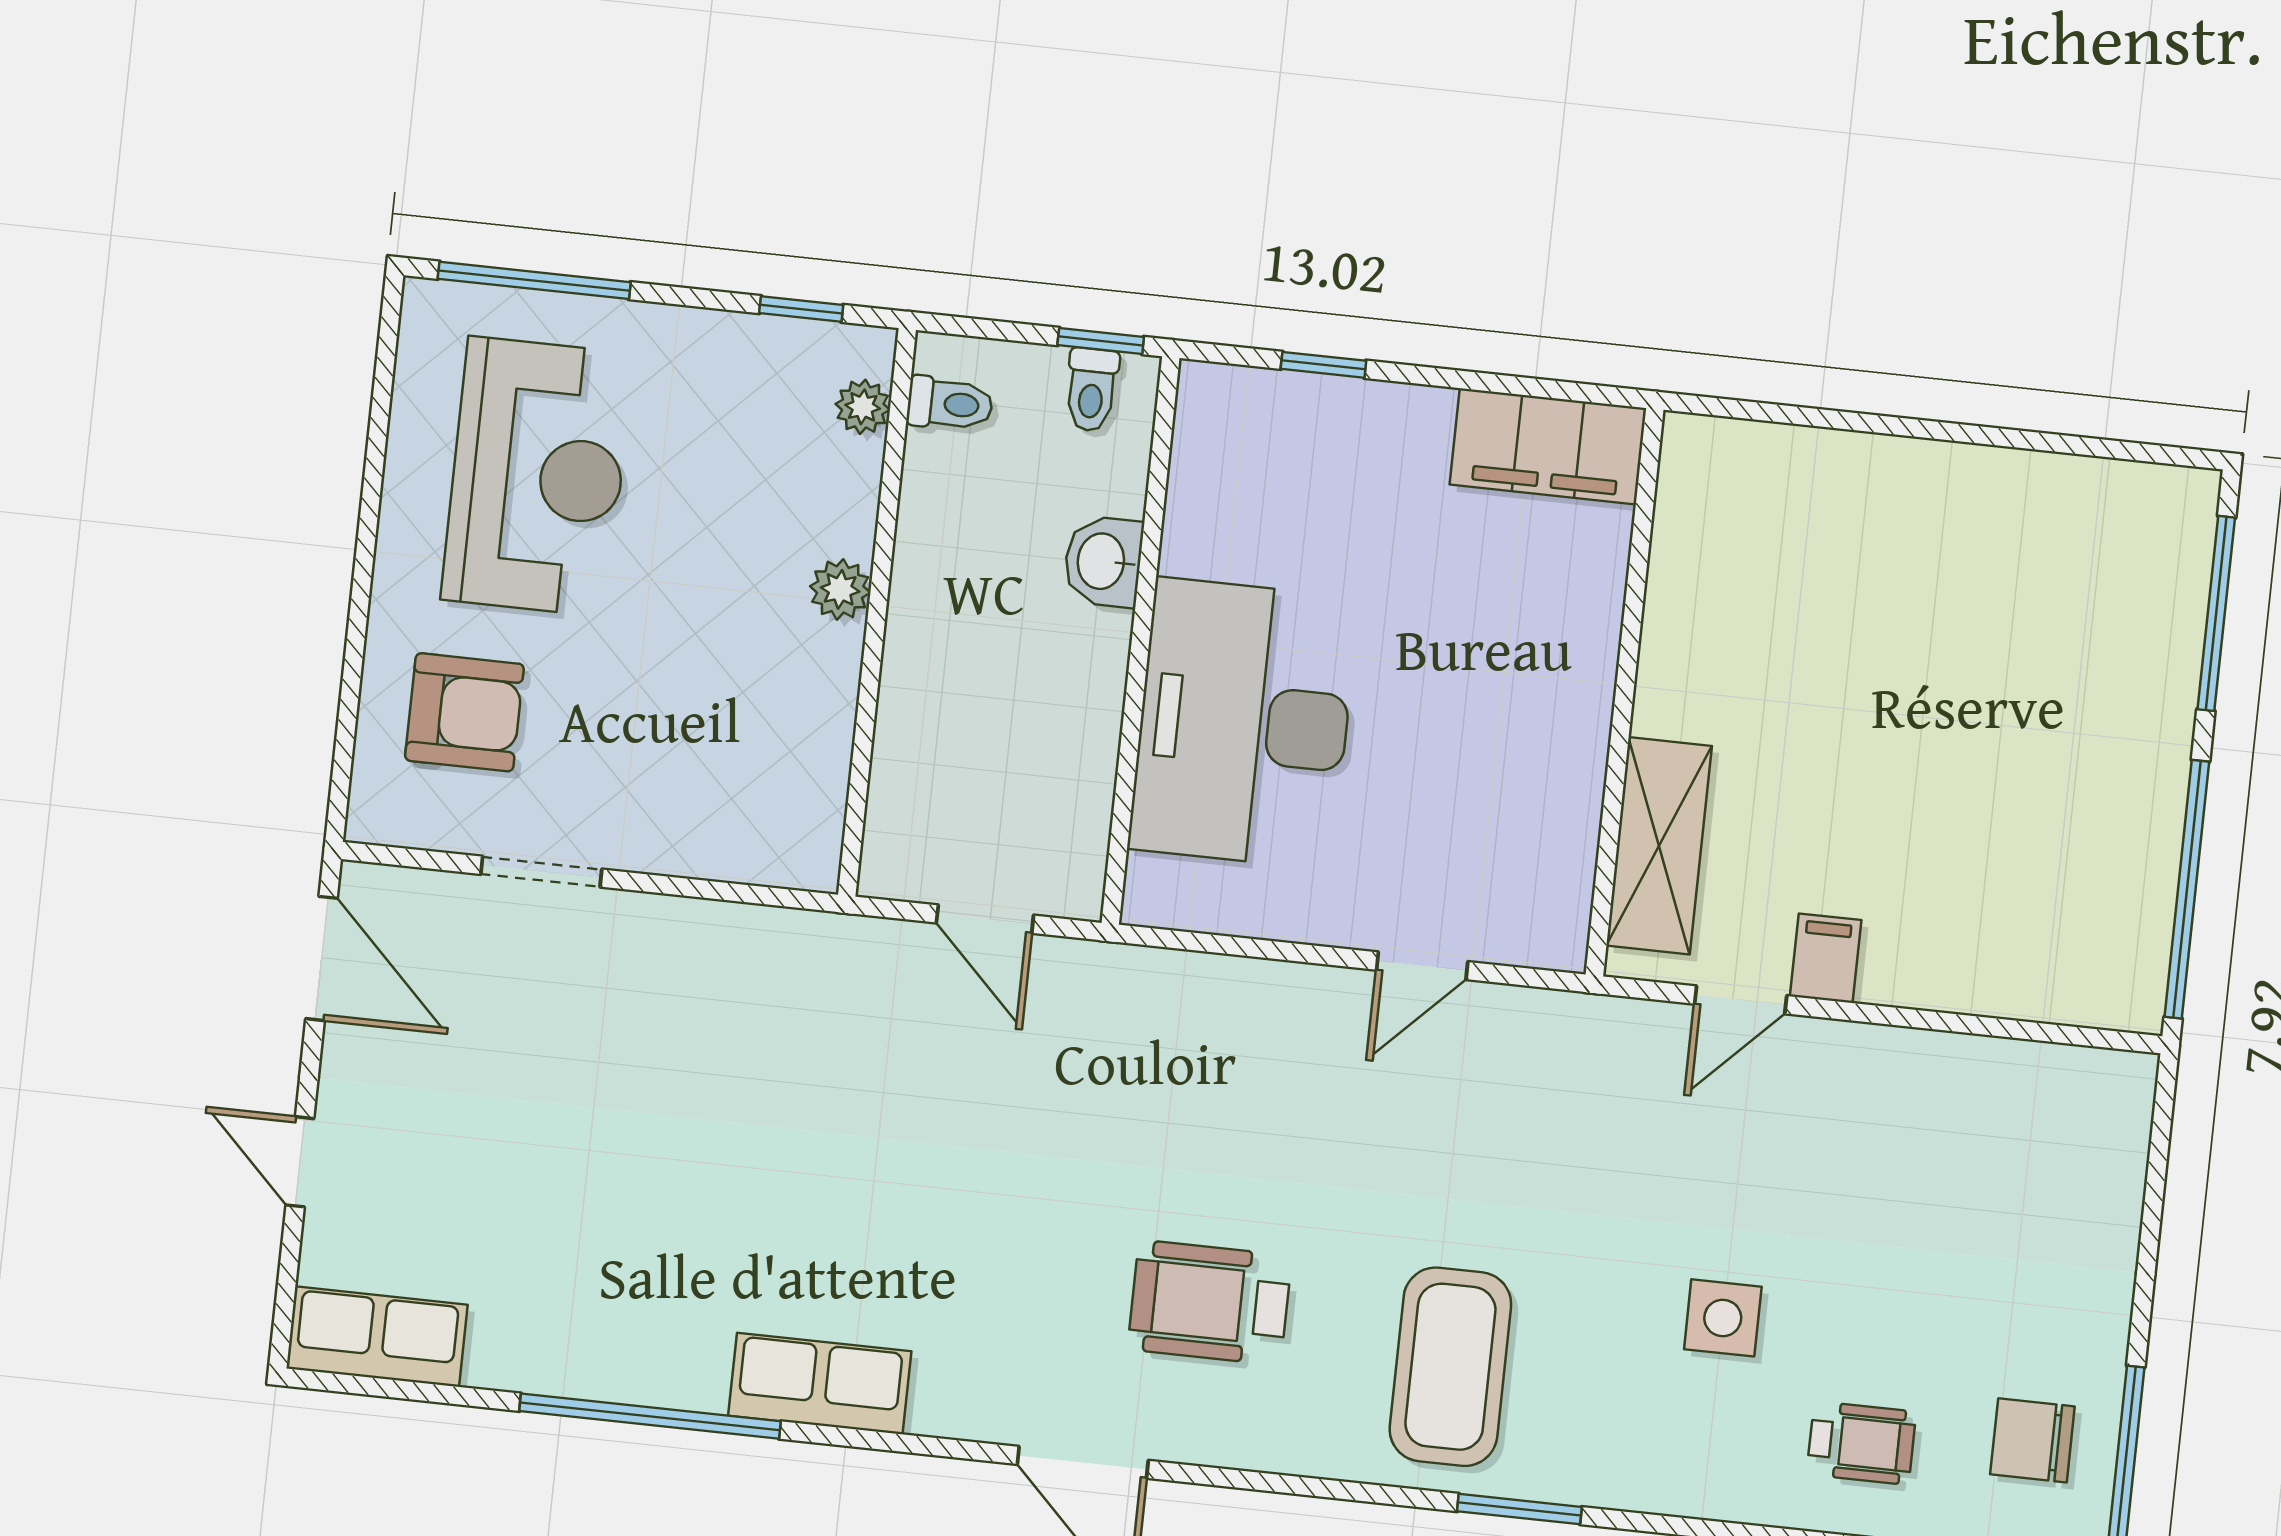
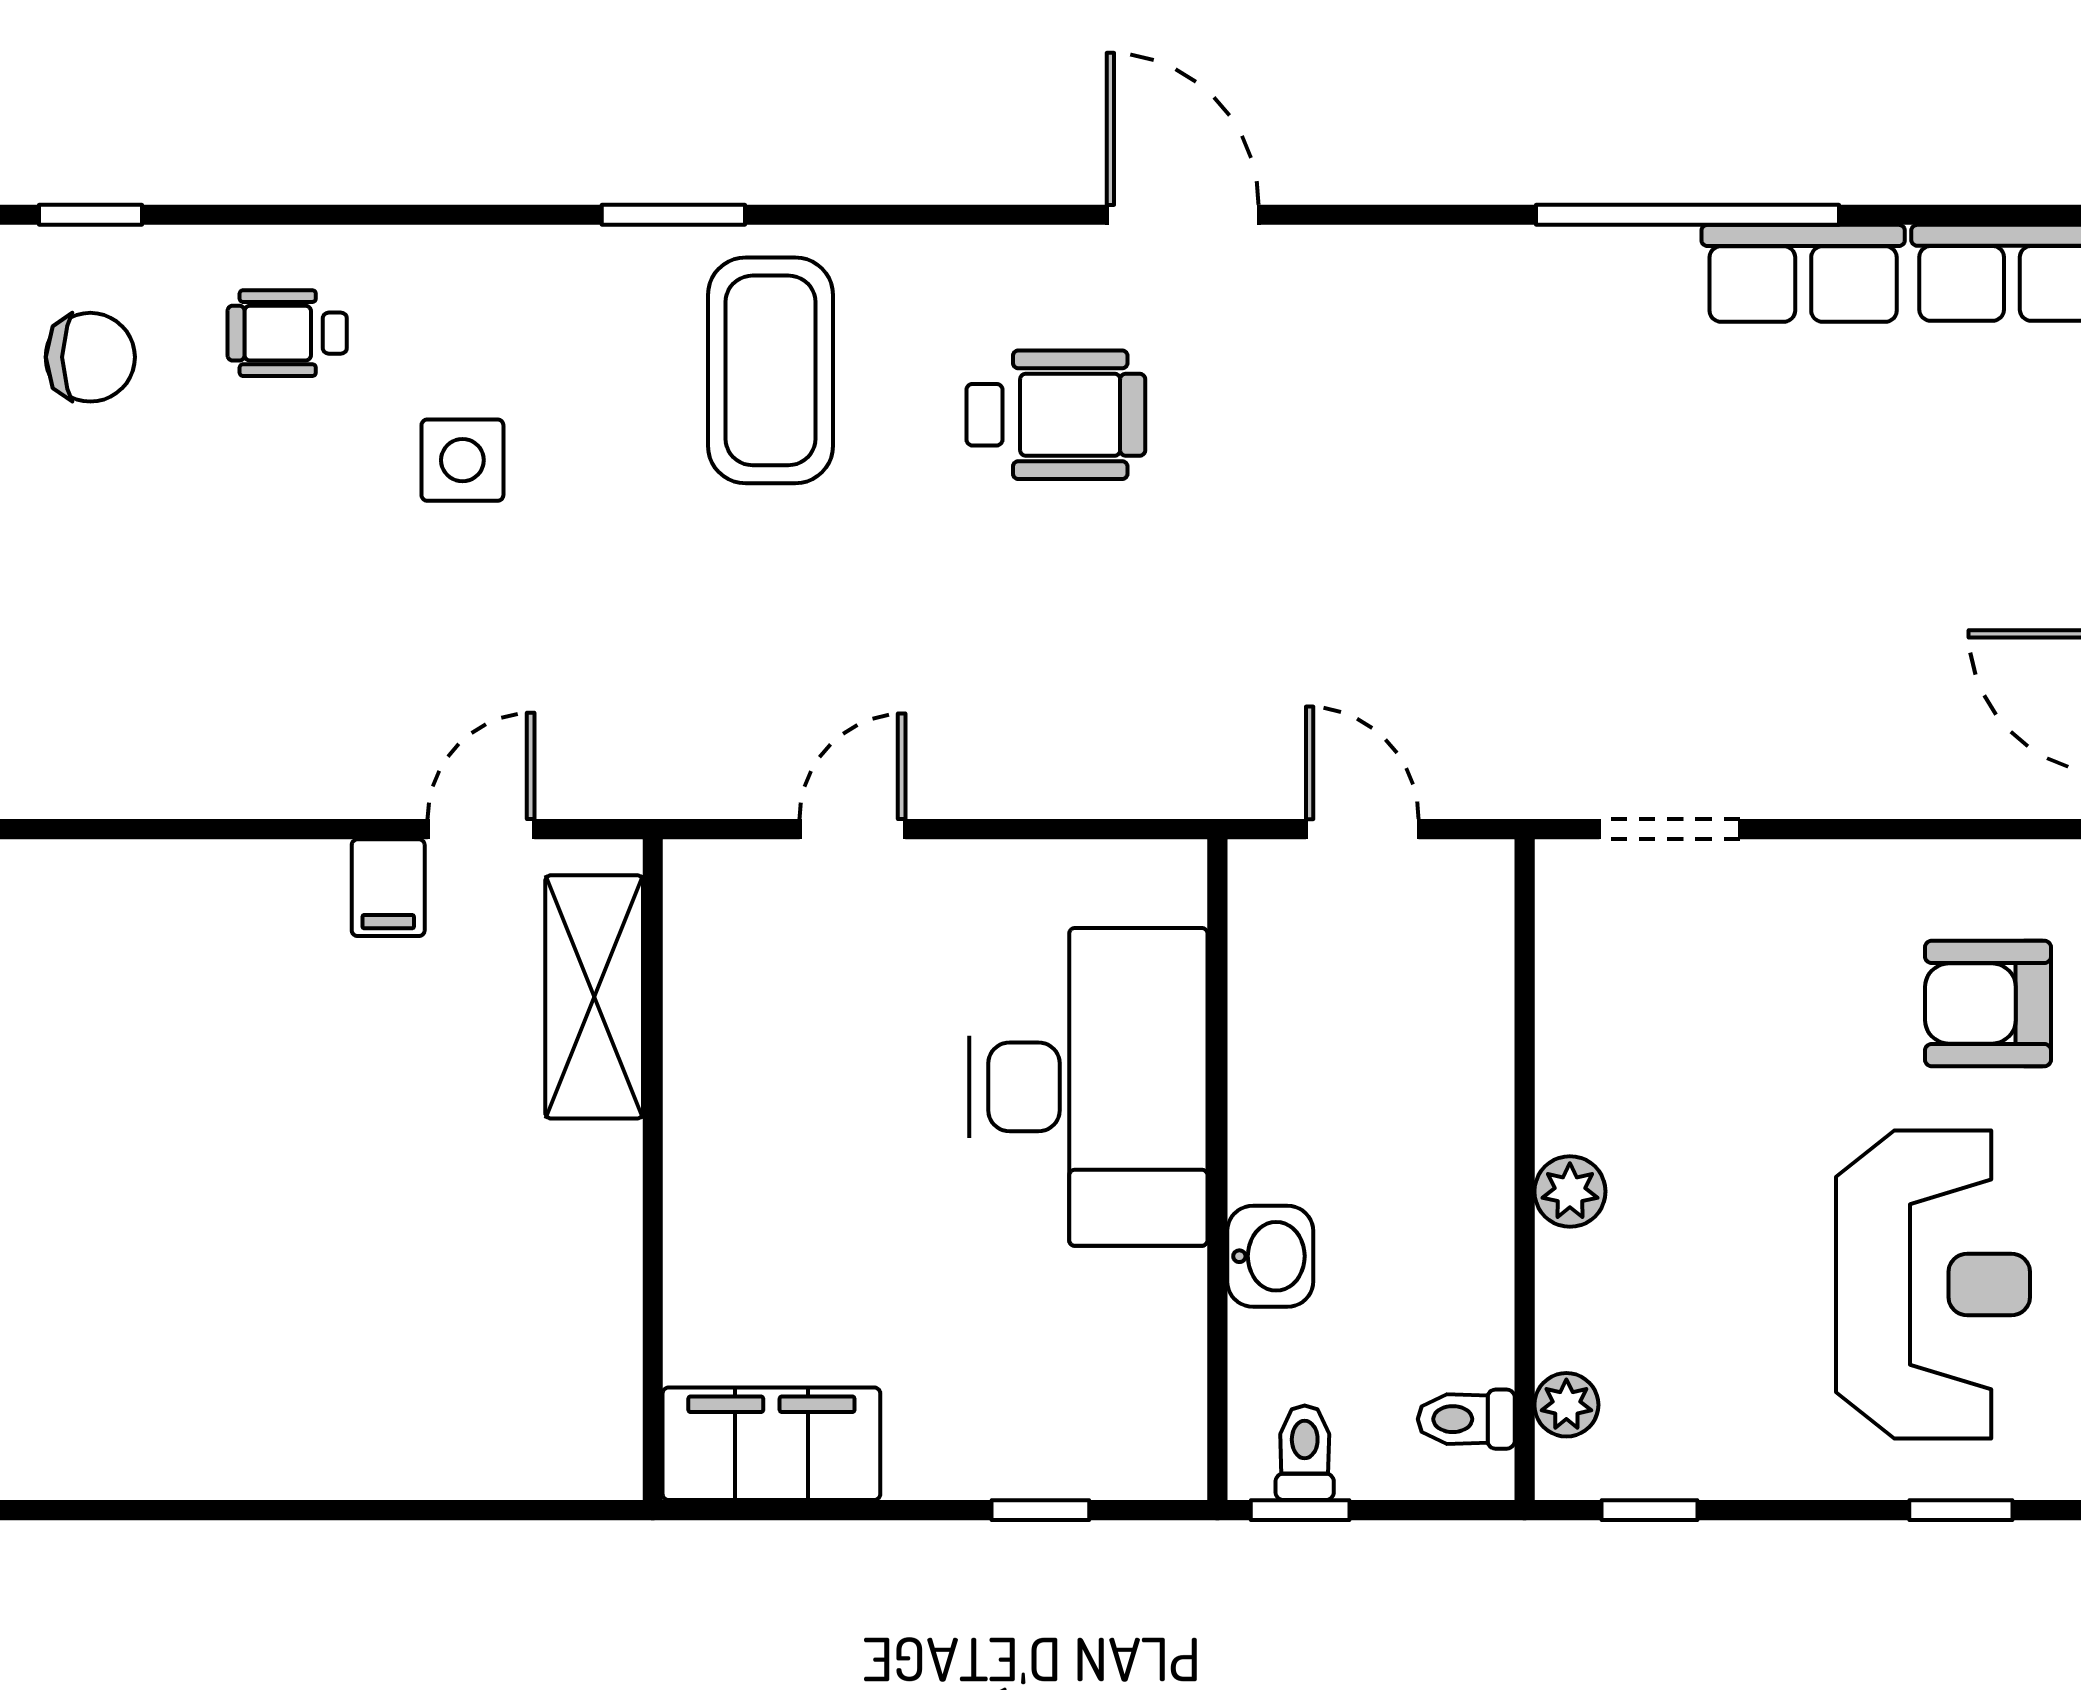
window: (534, 280) -> (1961, 1510), width x0.46
reception desk: (537, 476) -> (1933, 1284), turned 180
doorway: (541, 872) -> (1670, 829), moved
row of seats: (820, 1384) -> (1803, 273), moved

